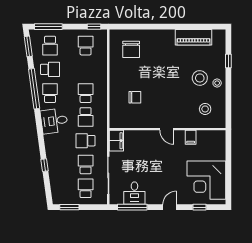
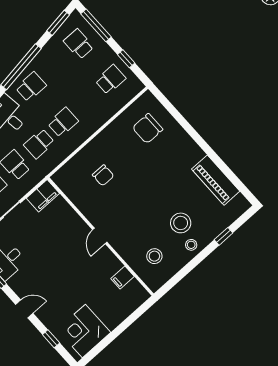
window: (94, 27) -> (126, 59), moved
school desk: (50, 46) -> (79, 44), turned 90
school desk: (50, 69) -> (55, 65), removed
filing cabinet: (191, 137) -> (123, 278), moved
corner desk: (206, 180) -> (84, 331), width x0.74, depth x0.74

